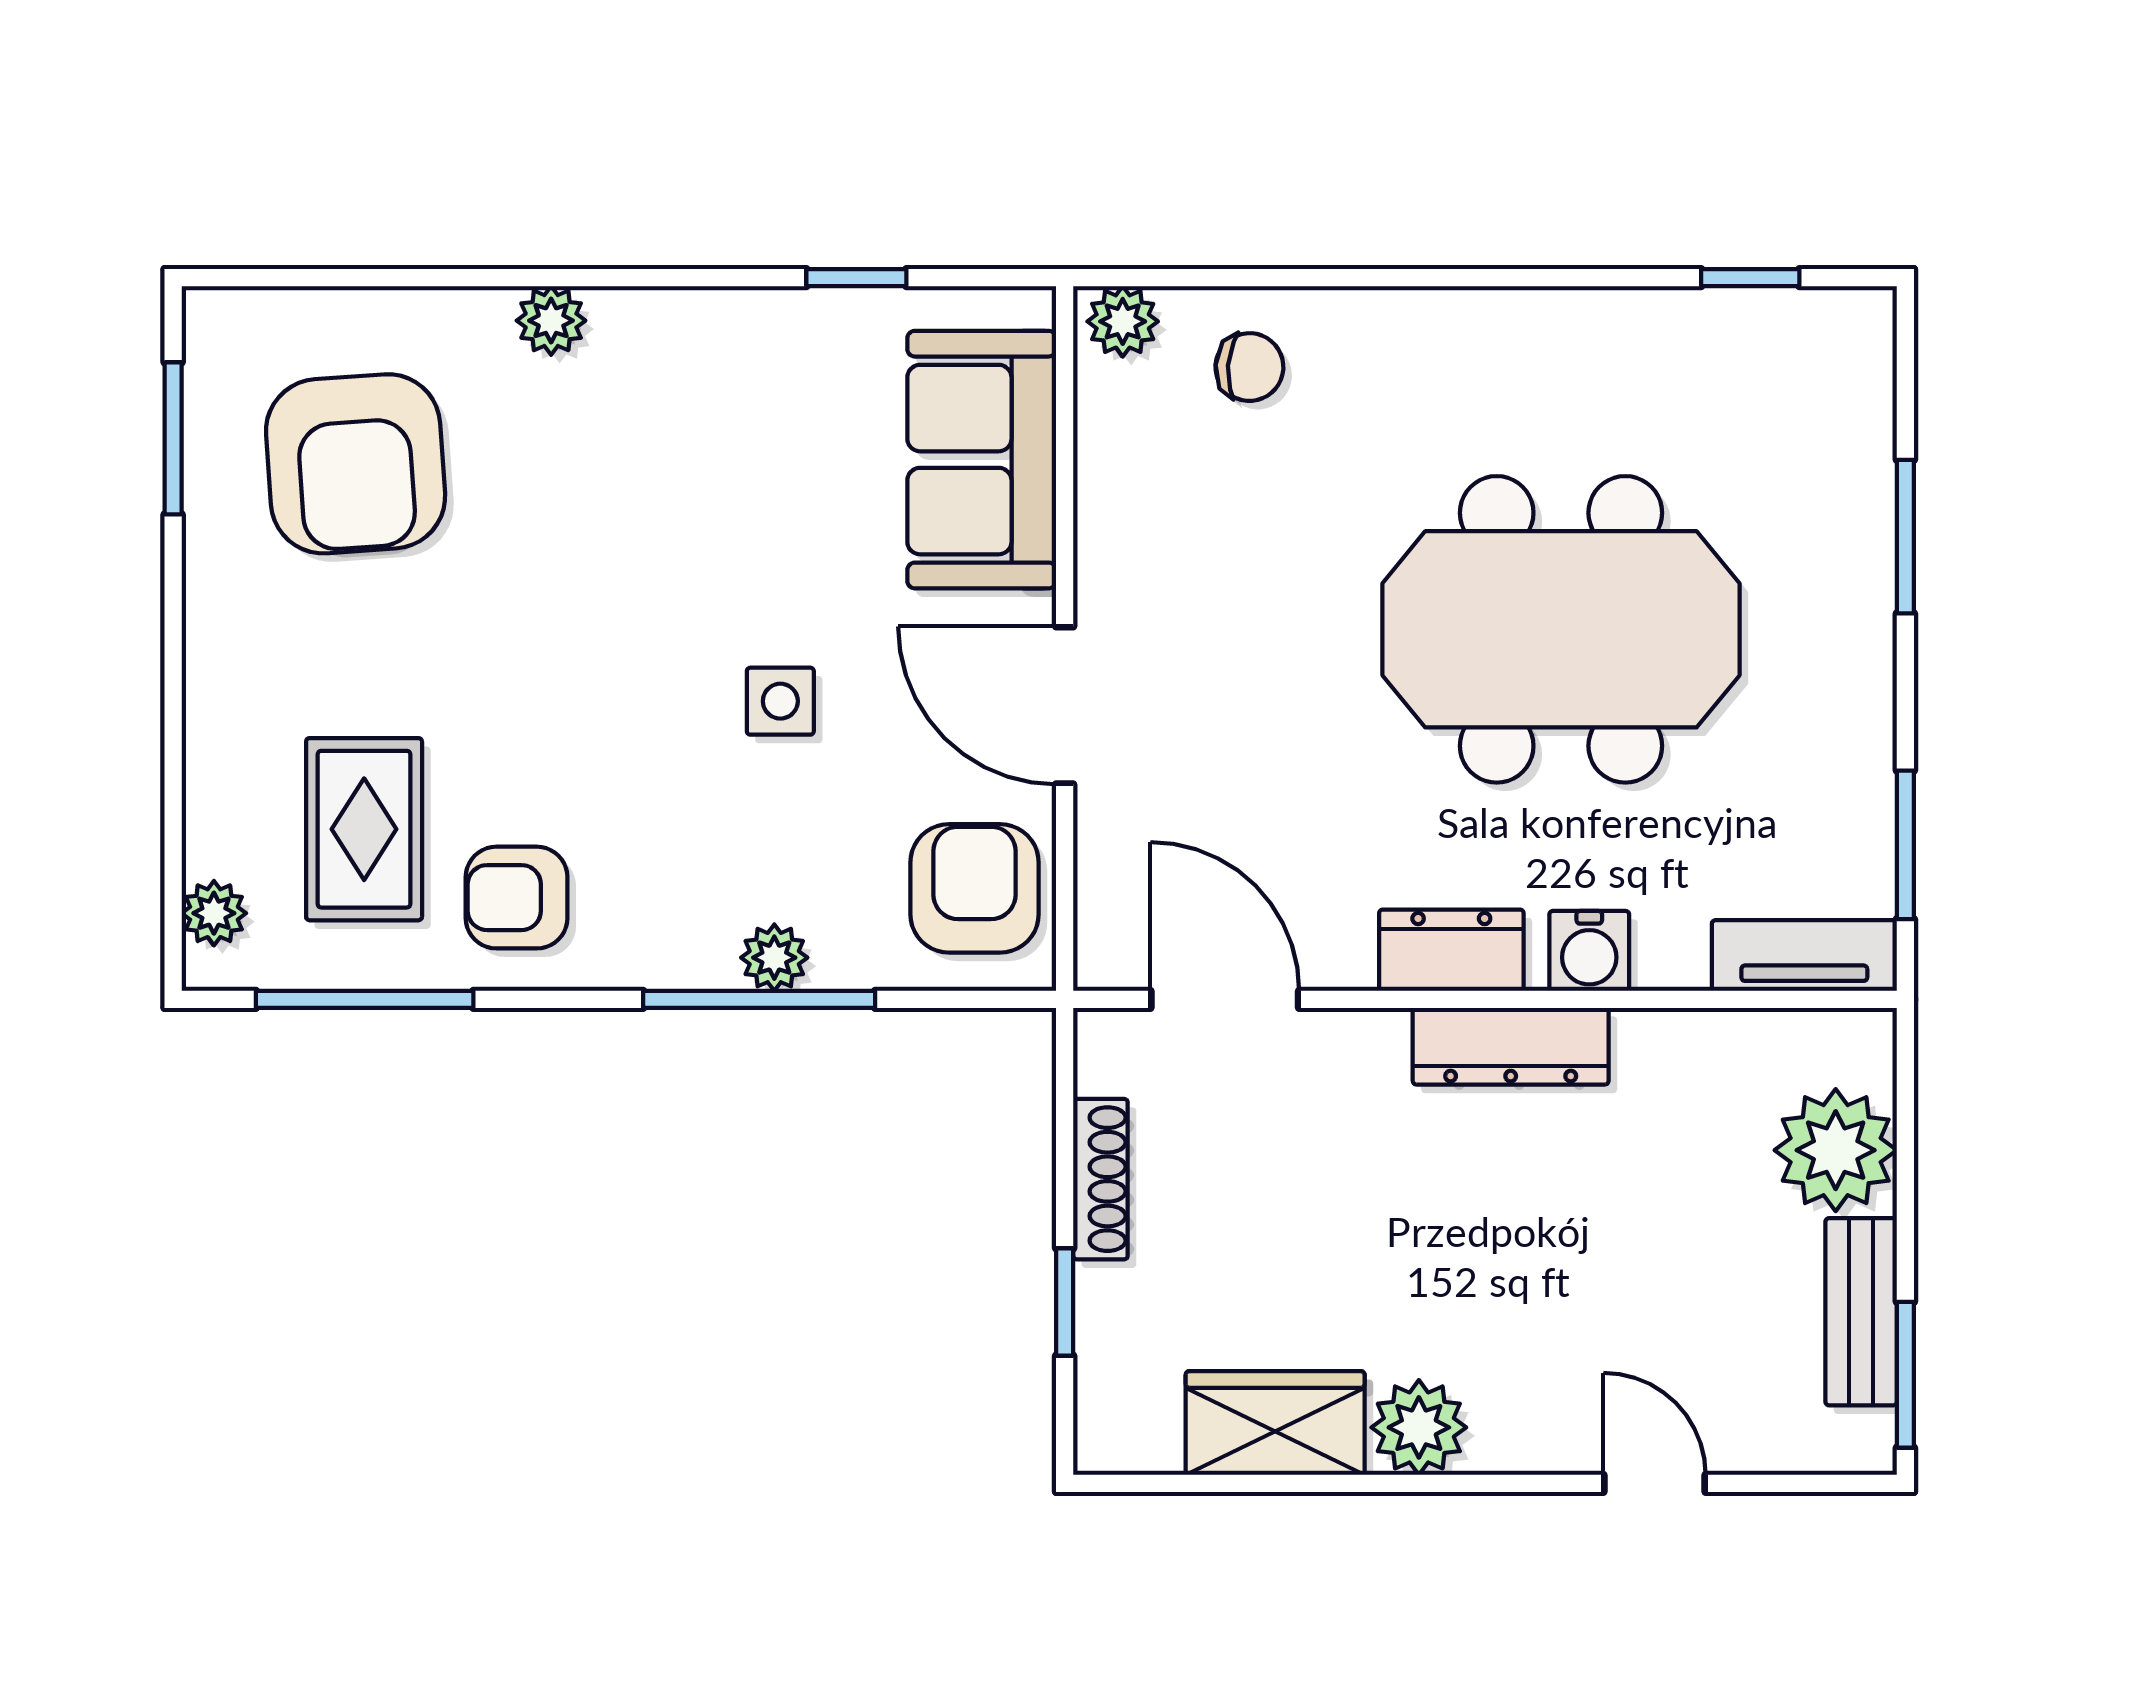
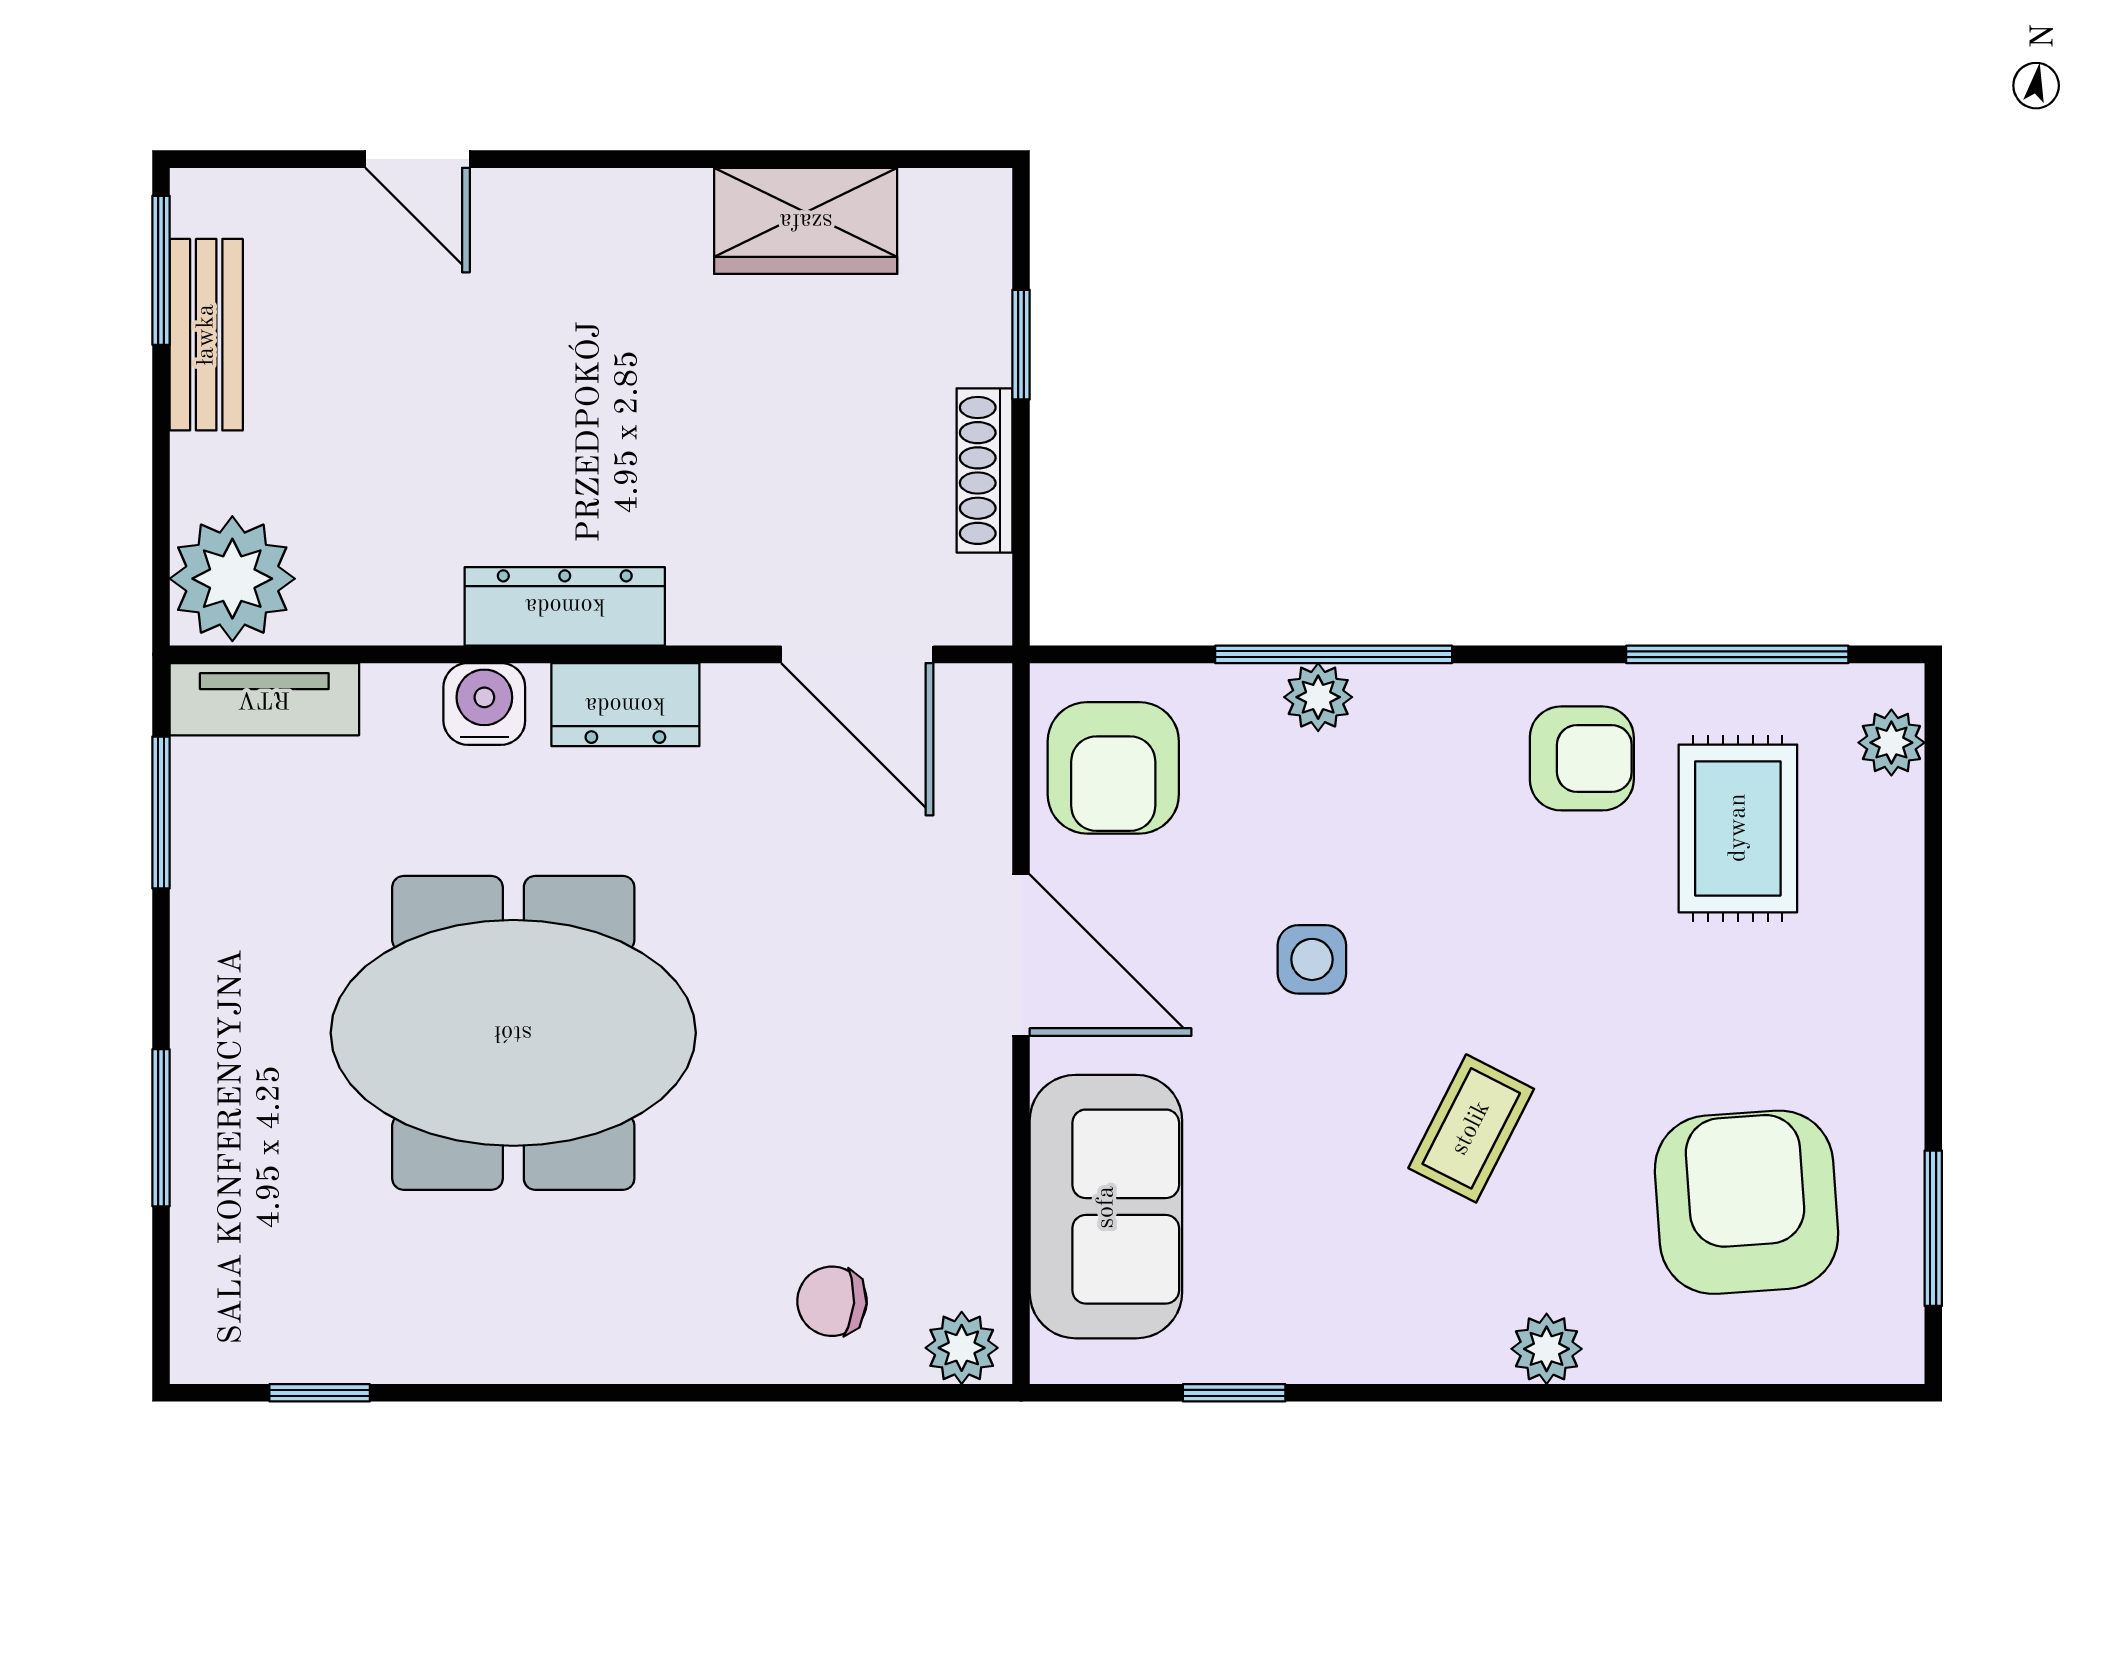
coffee table: (625, 536) -> (1471, 1128), added
plant: (1836, 1150) -> (232, 579), moved
plant: (1419, 1427) -> (659, 216), removed

